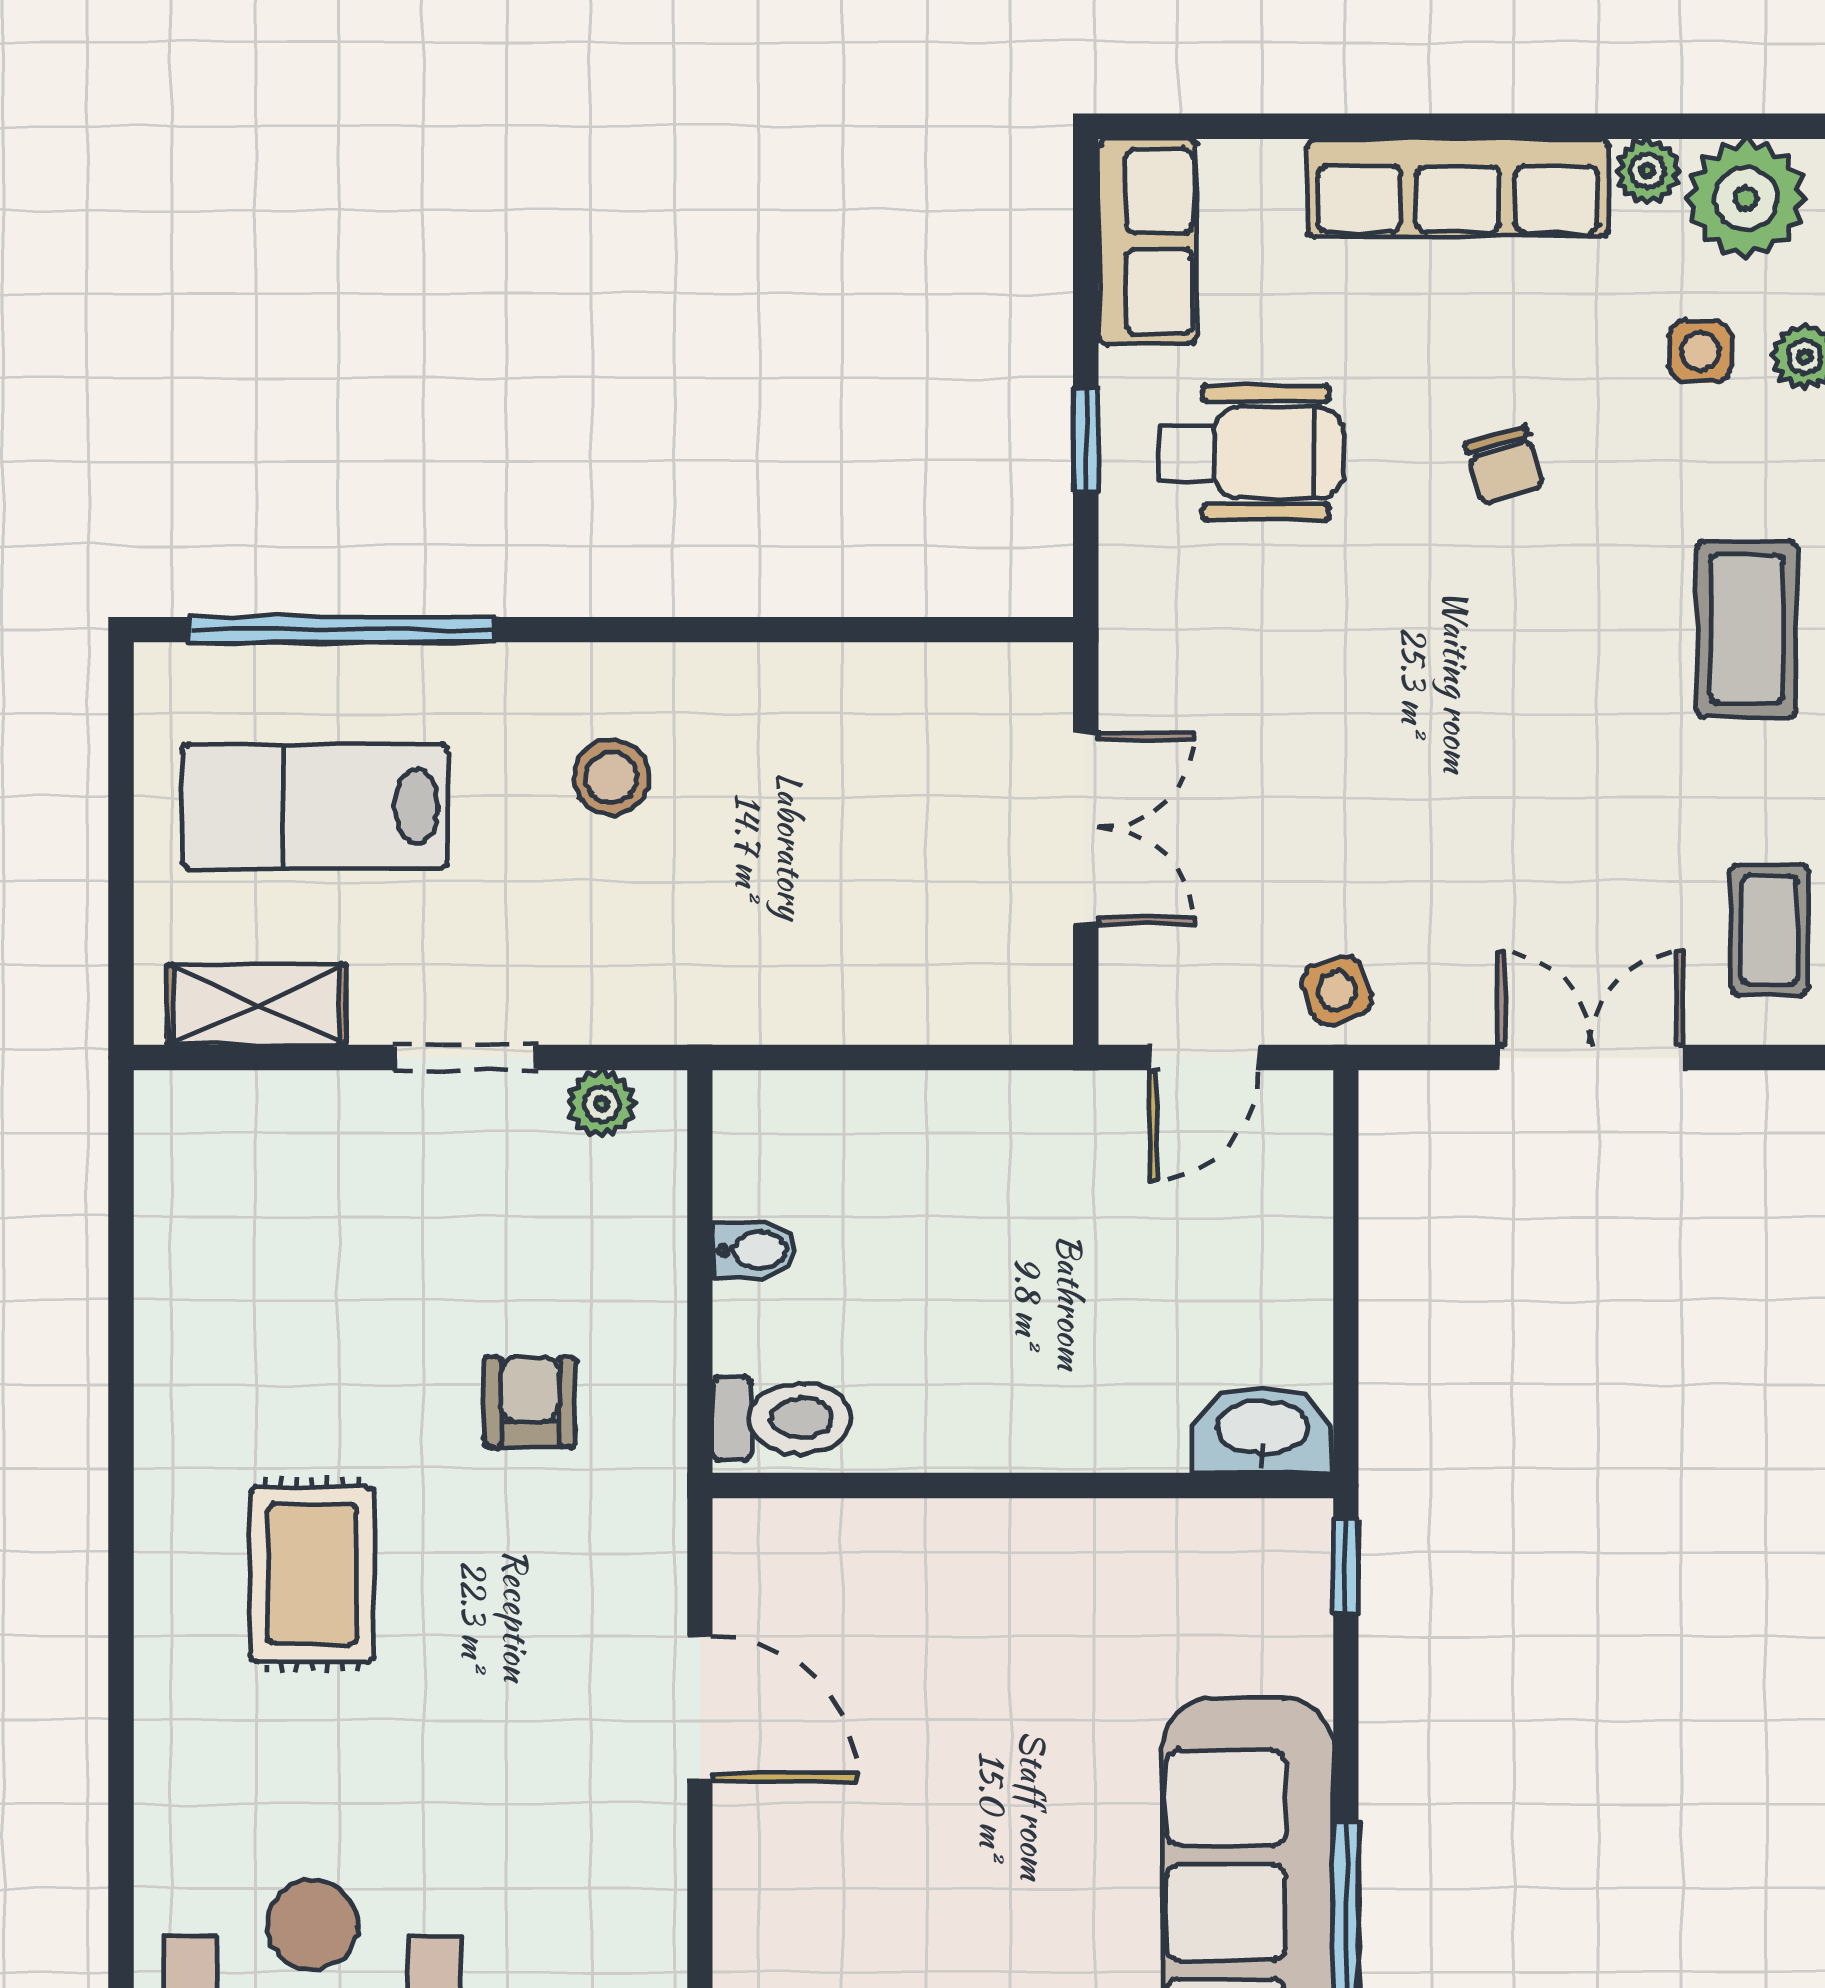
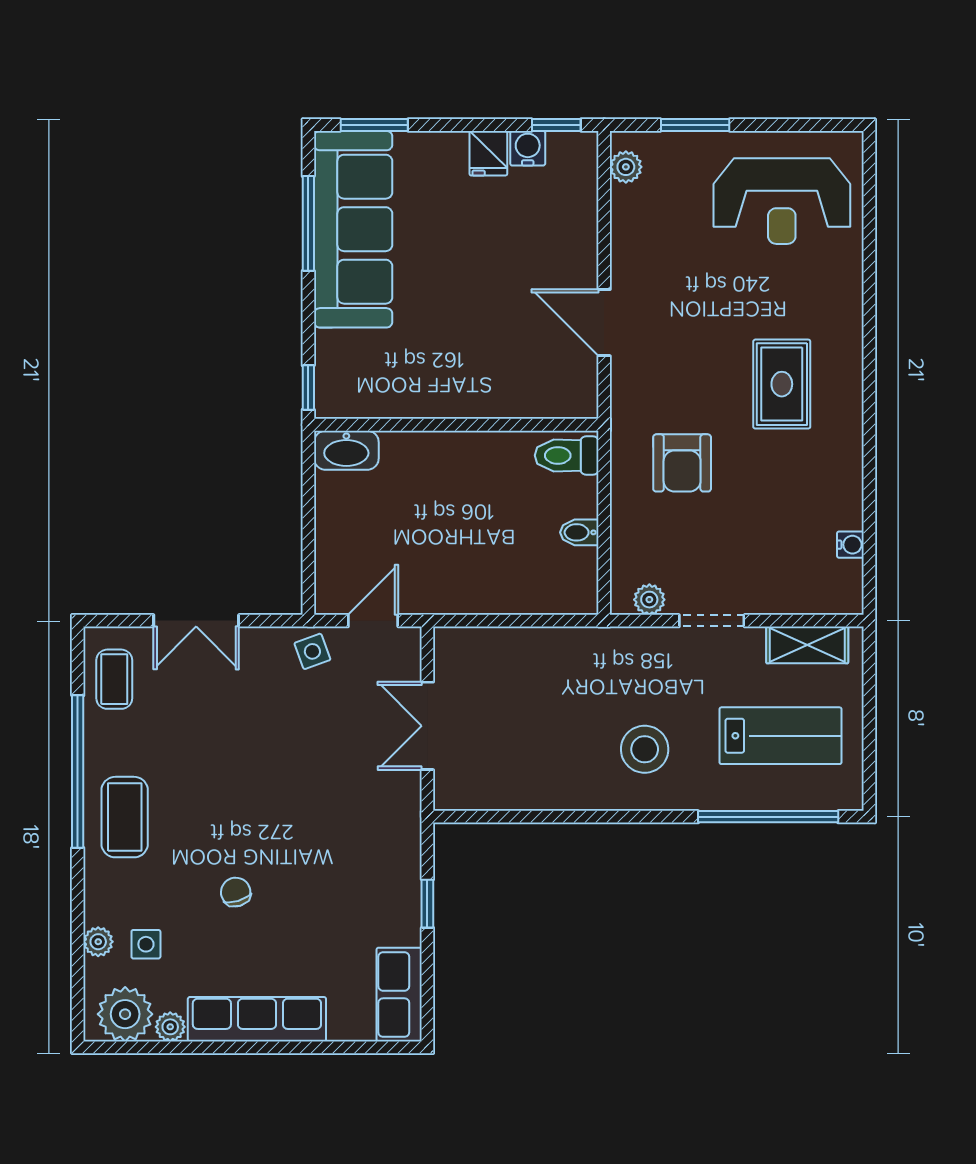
wheelchair: (1251, 453) -> (352, 898), removed
stool: (612, 777) -> (645, 749), width x1.38, depth x1.38
water cooler: (162, 1224) -> (850, 545), added
armchair: (530, 1402) -> (682, 463), width x1.38, depth x1.38

